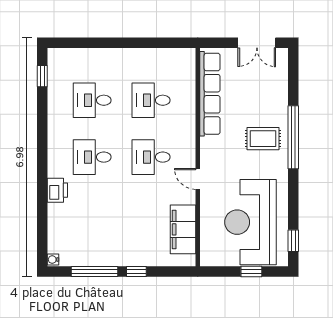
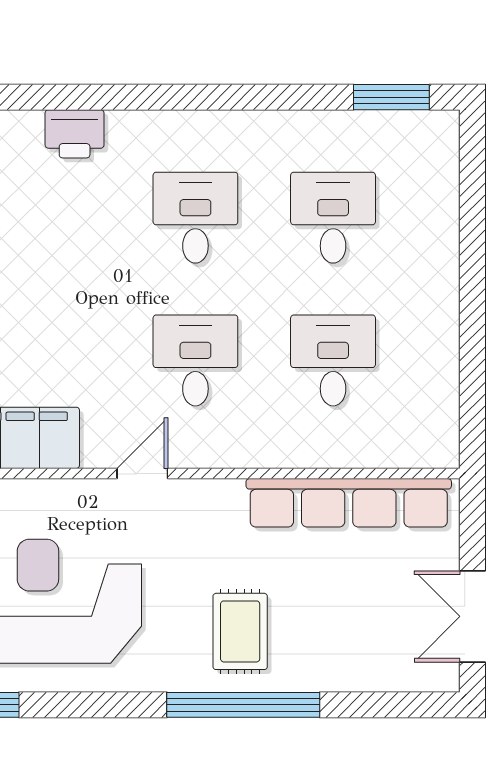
window: (42, 76) -> (391, 97), width x1.50
printer: (57, 190) -> (75, 134), moved

